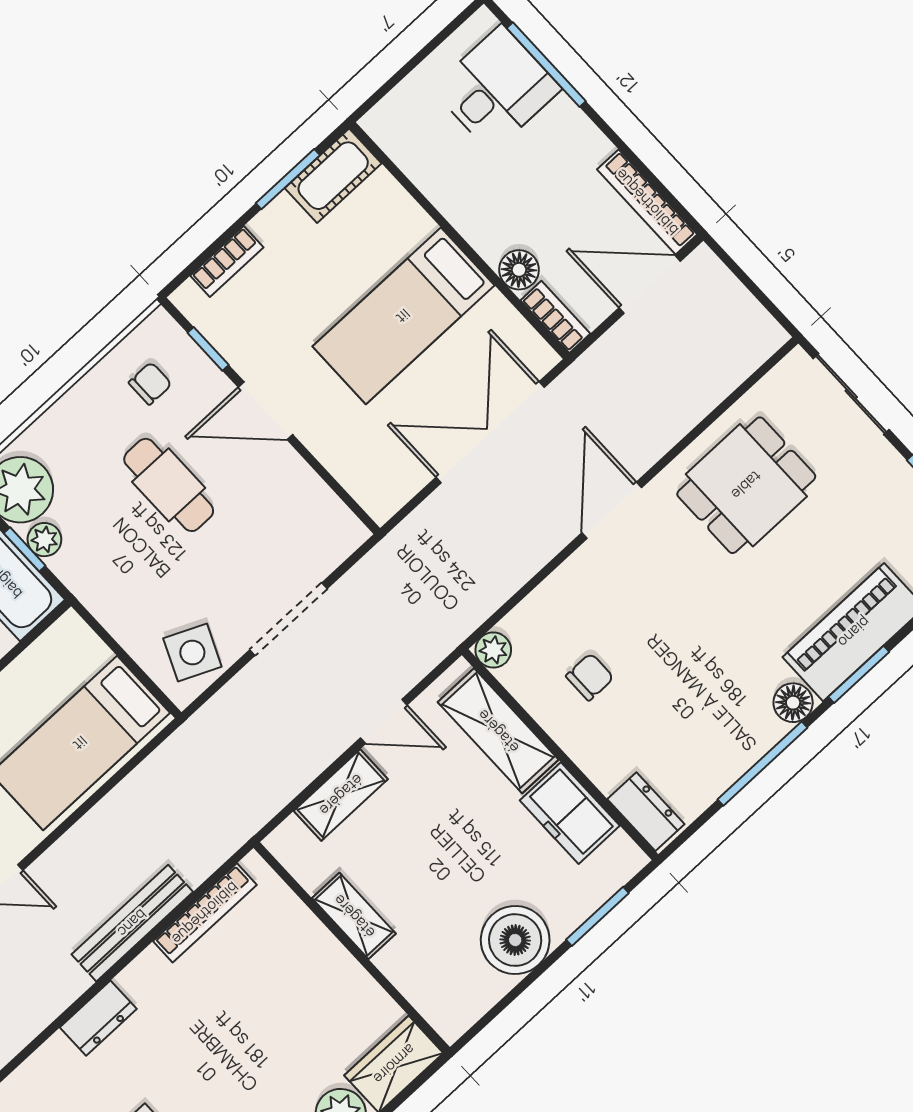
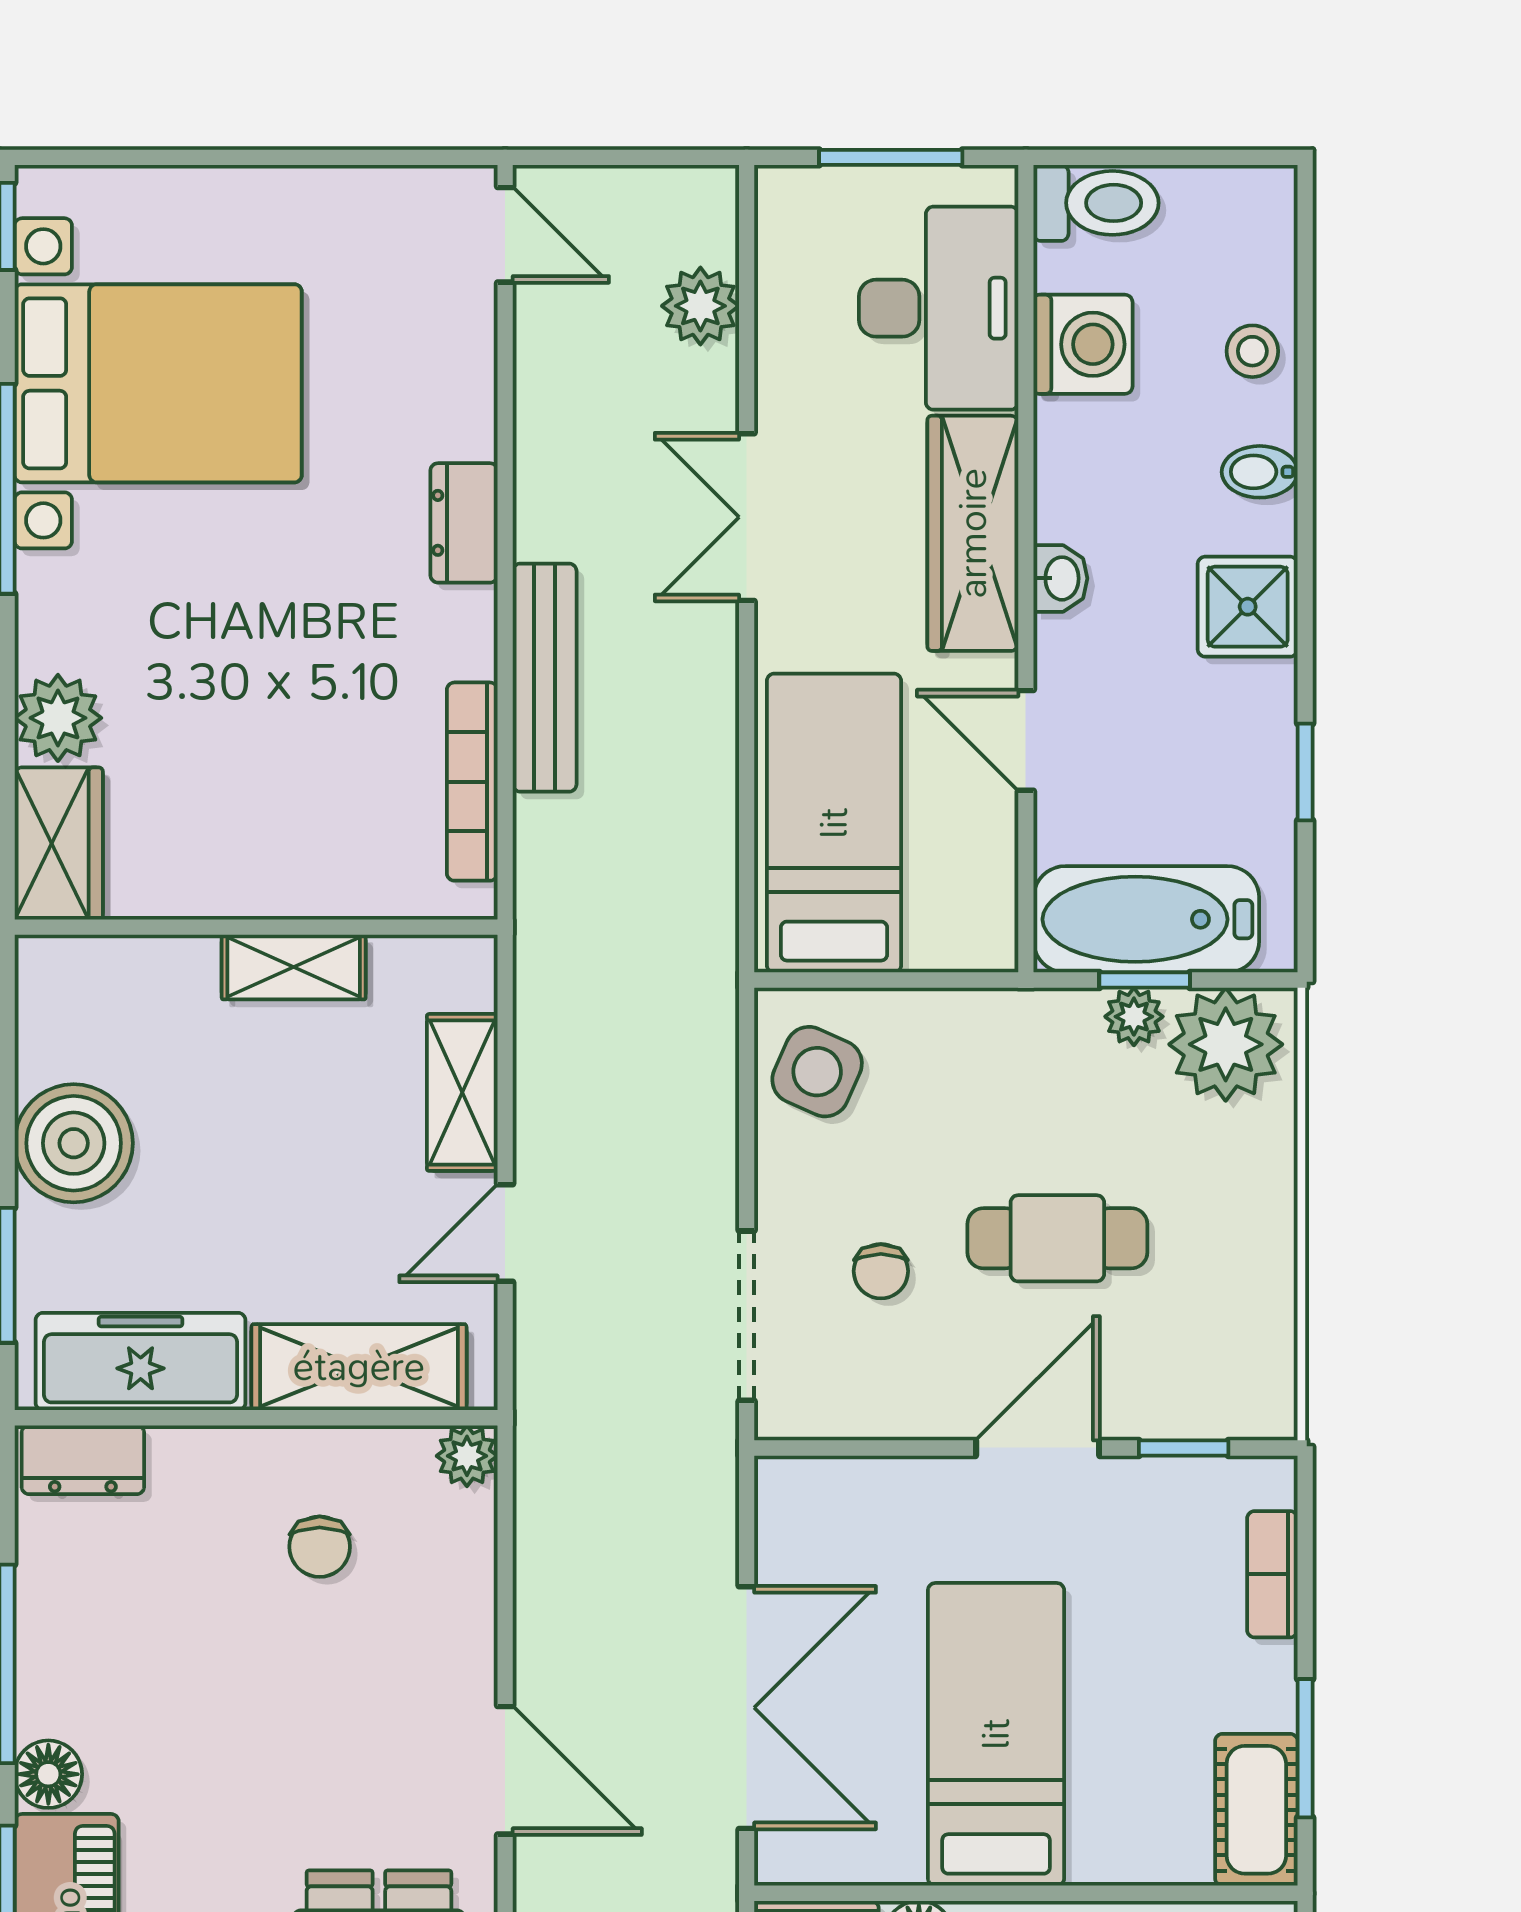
chair: (150, 383) -> (881, 1271), moved
doorway: (288, 619) -> (747, 1316), moved
freezer: (570, 813) -> (141, 1362), width x1.40

